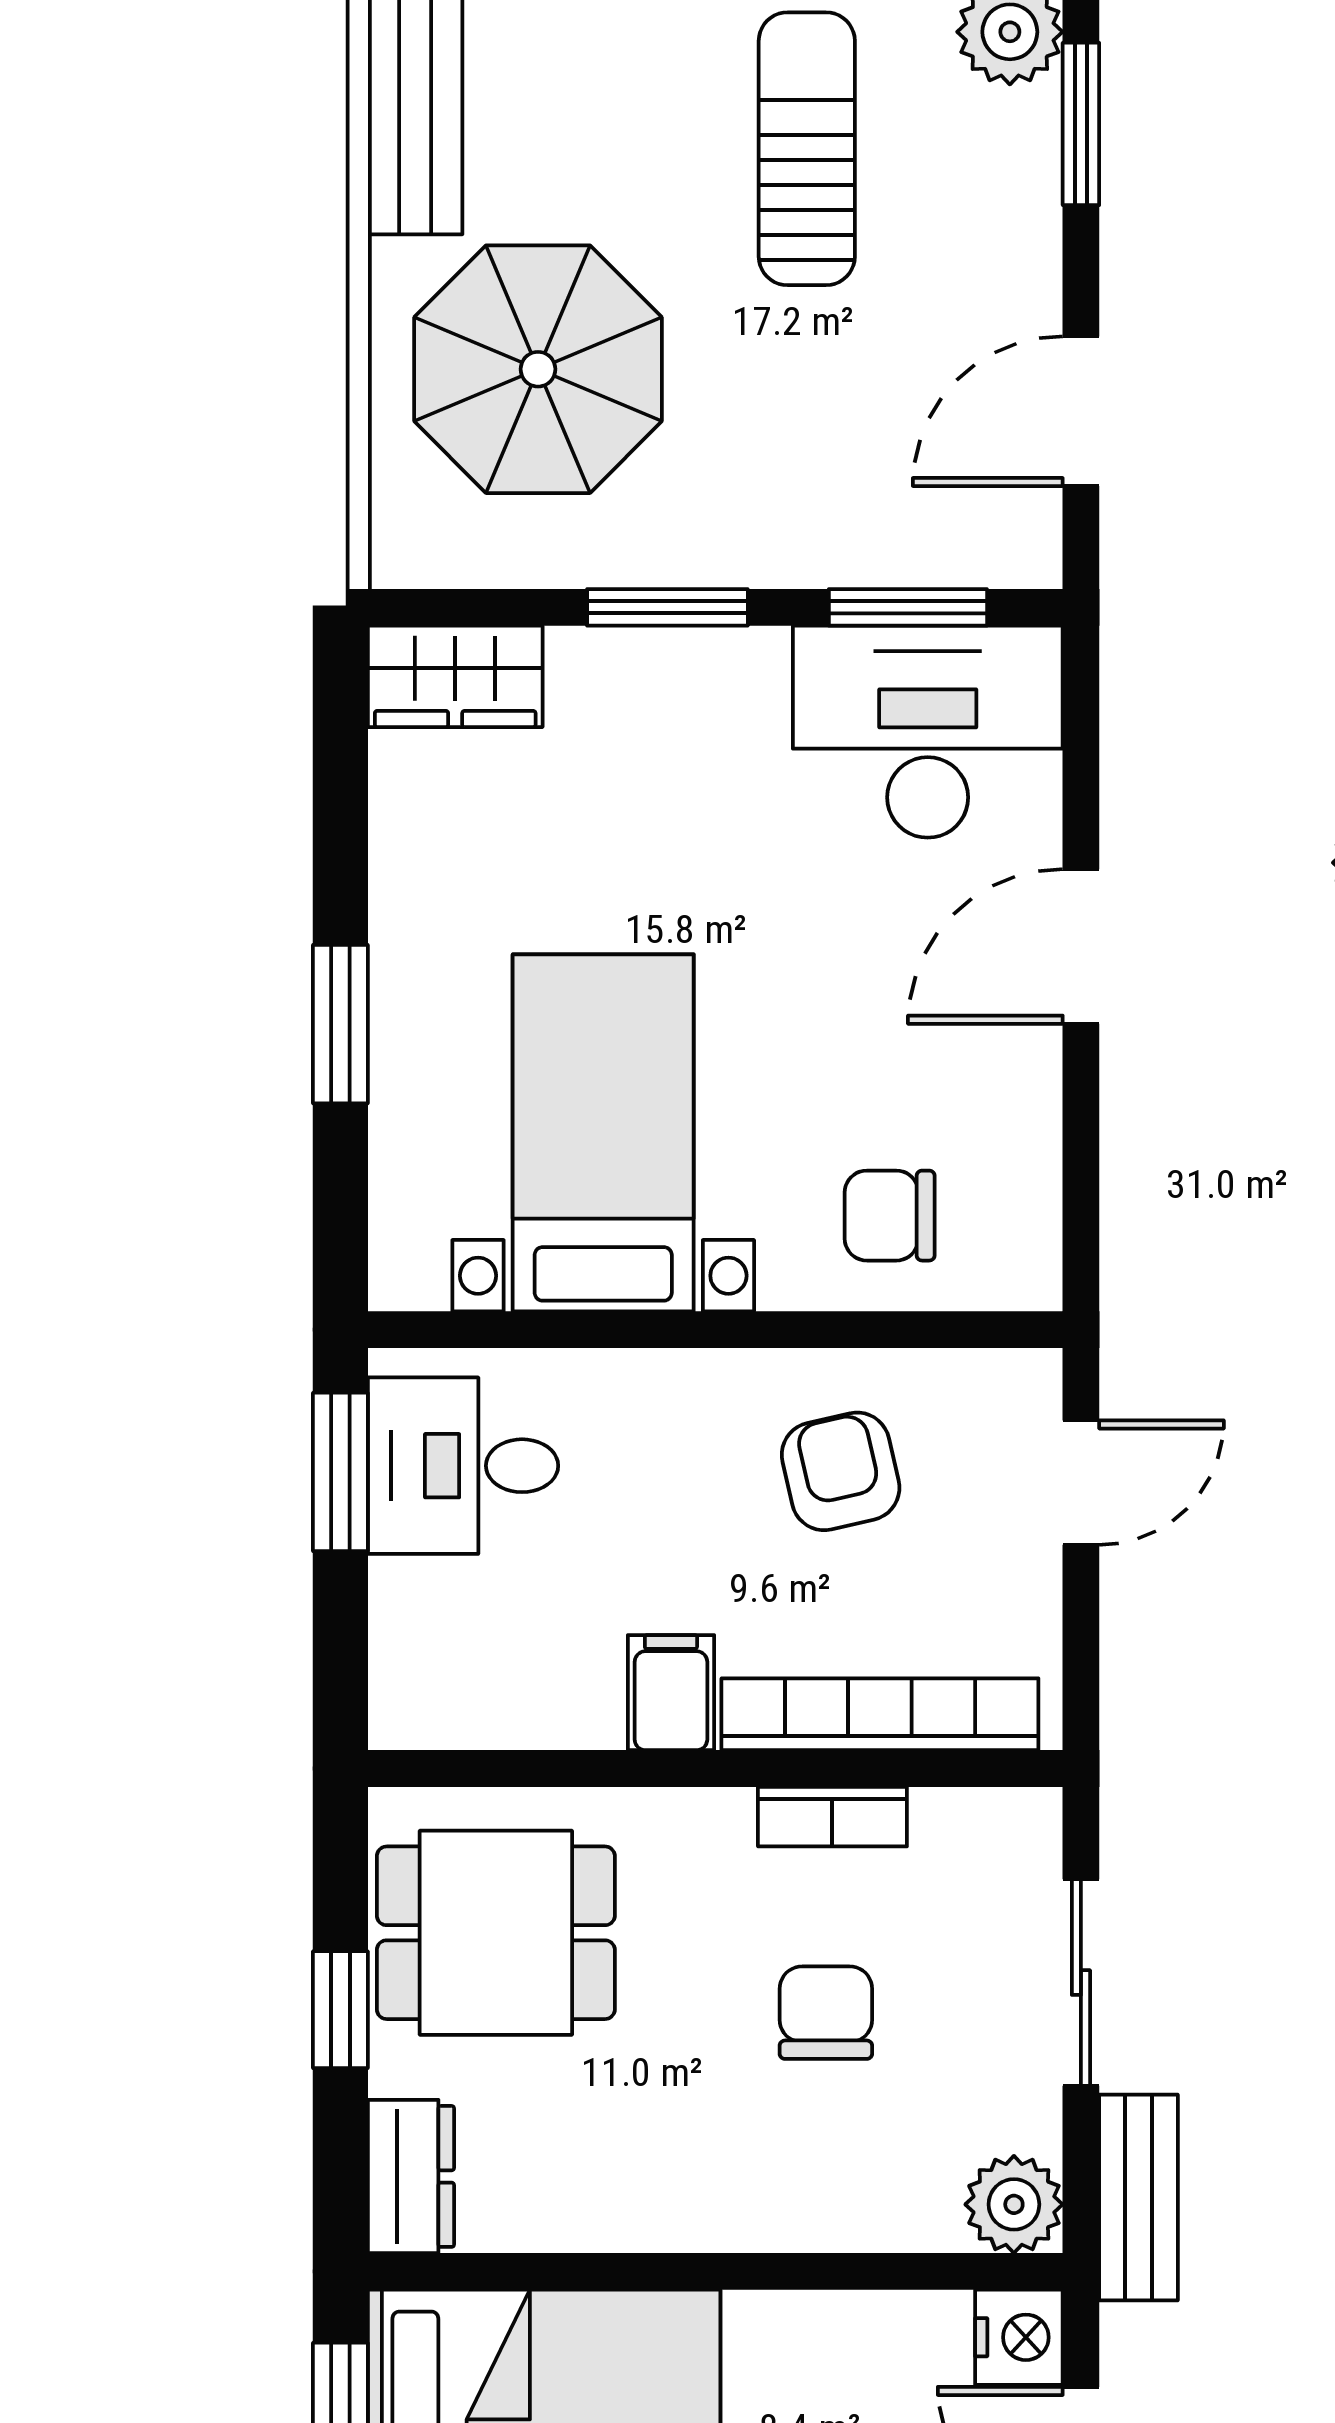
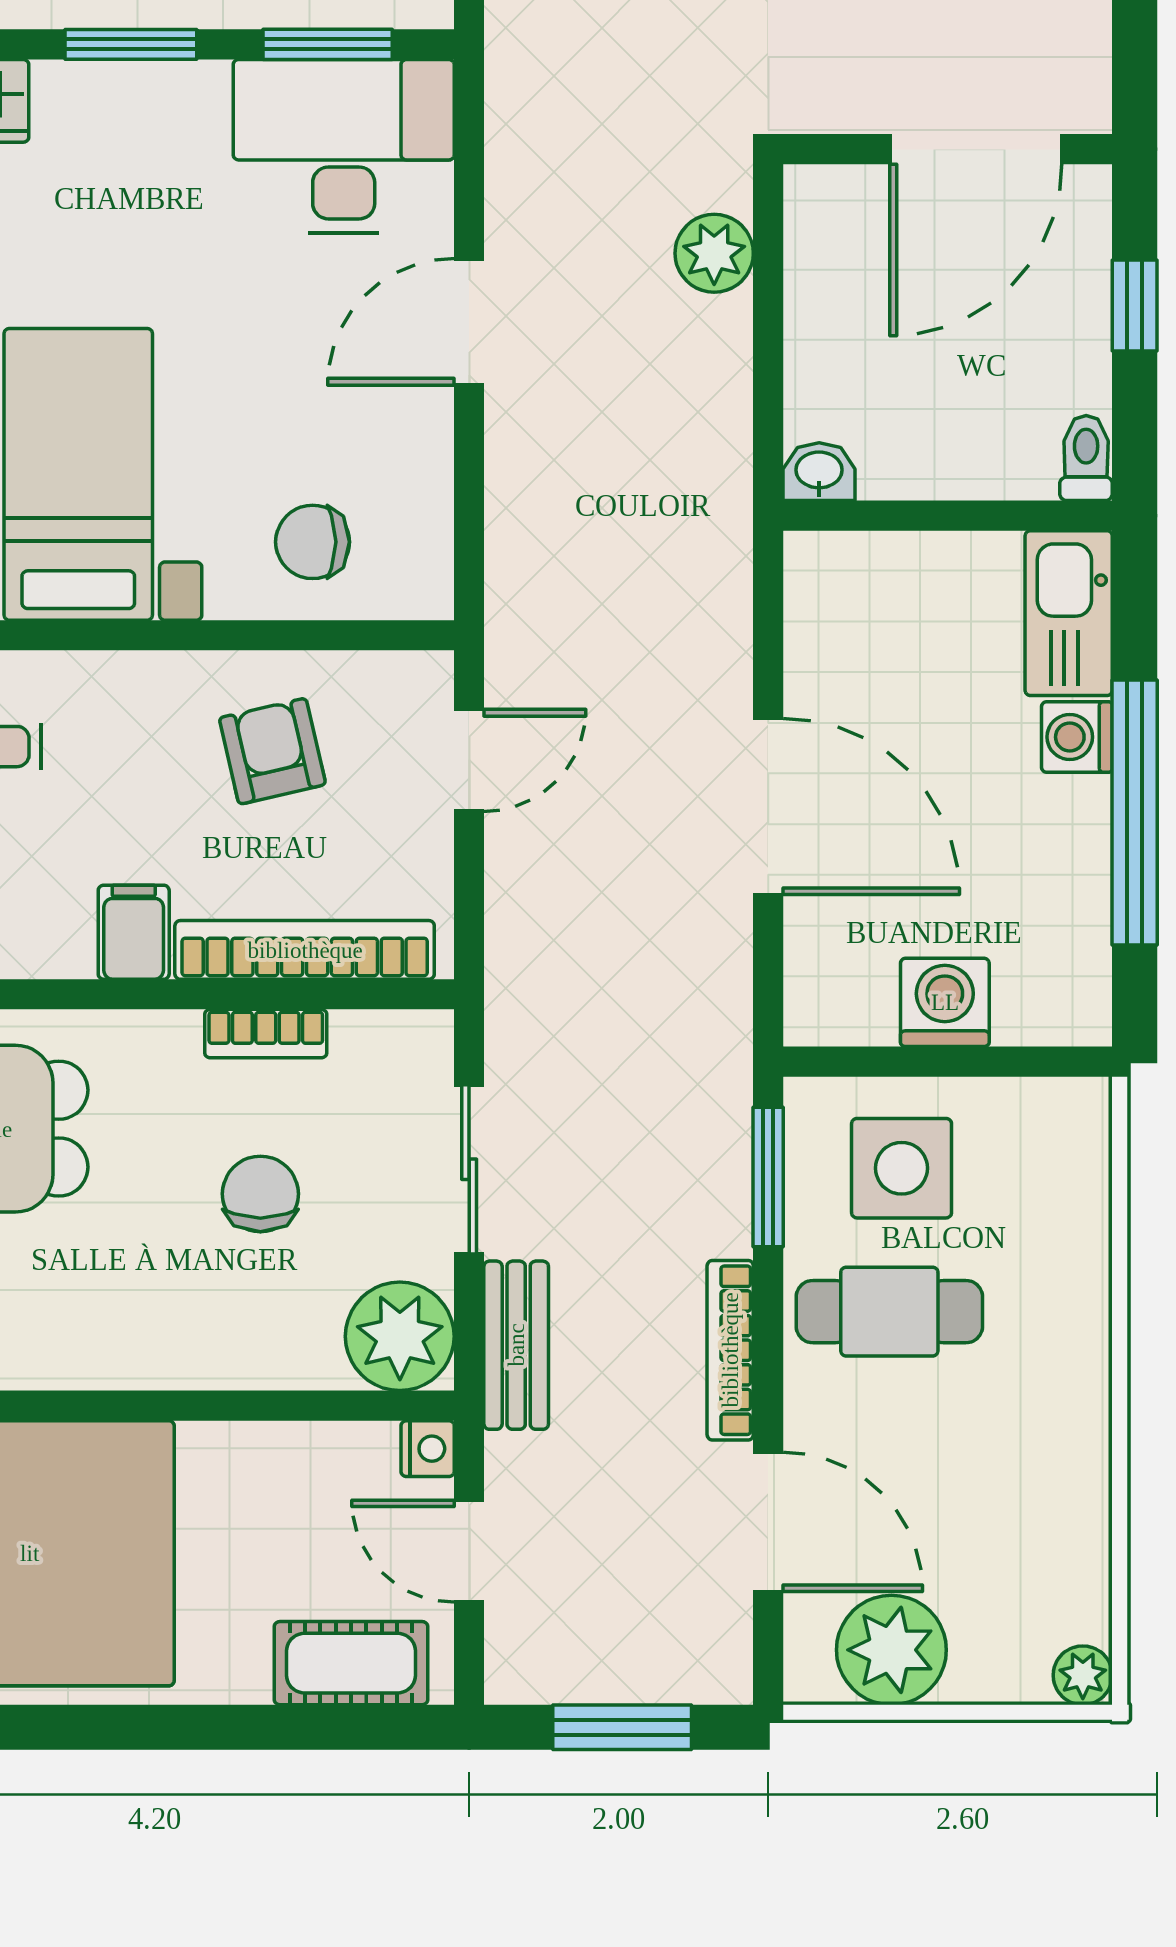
plant: (1014, 2204) -> (400, 1336), width x1.36, depth x1.36
nightstand: (1019, 2337) -> (428, 1449), width x0.72, depth x0.74

